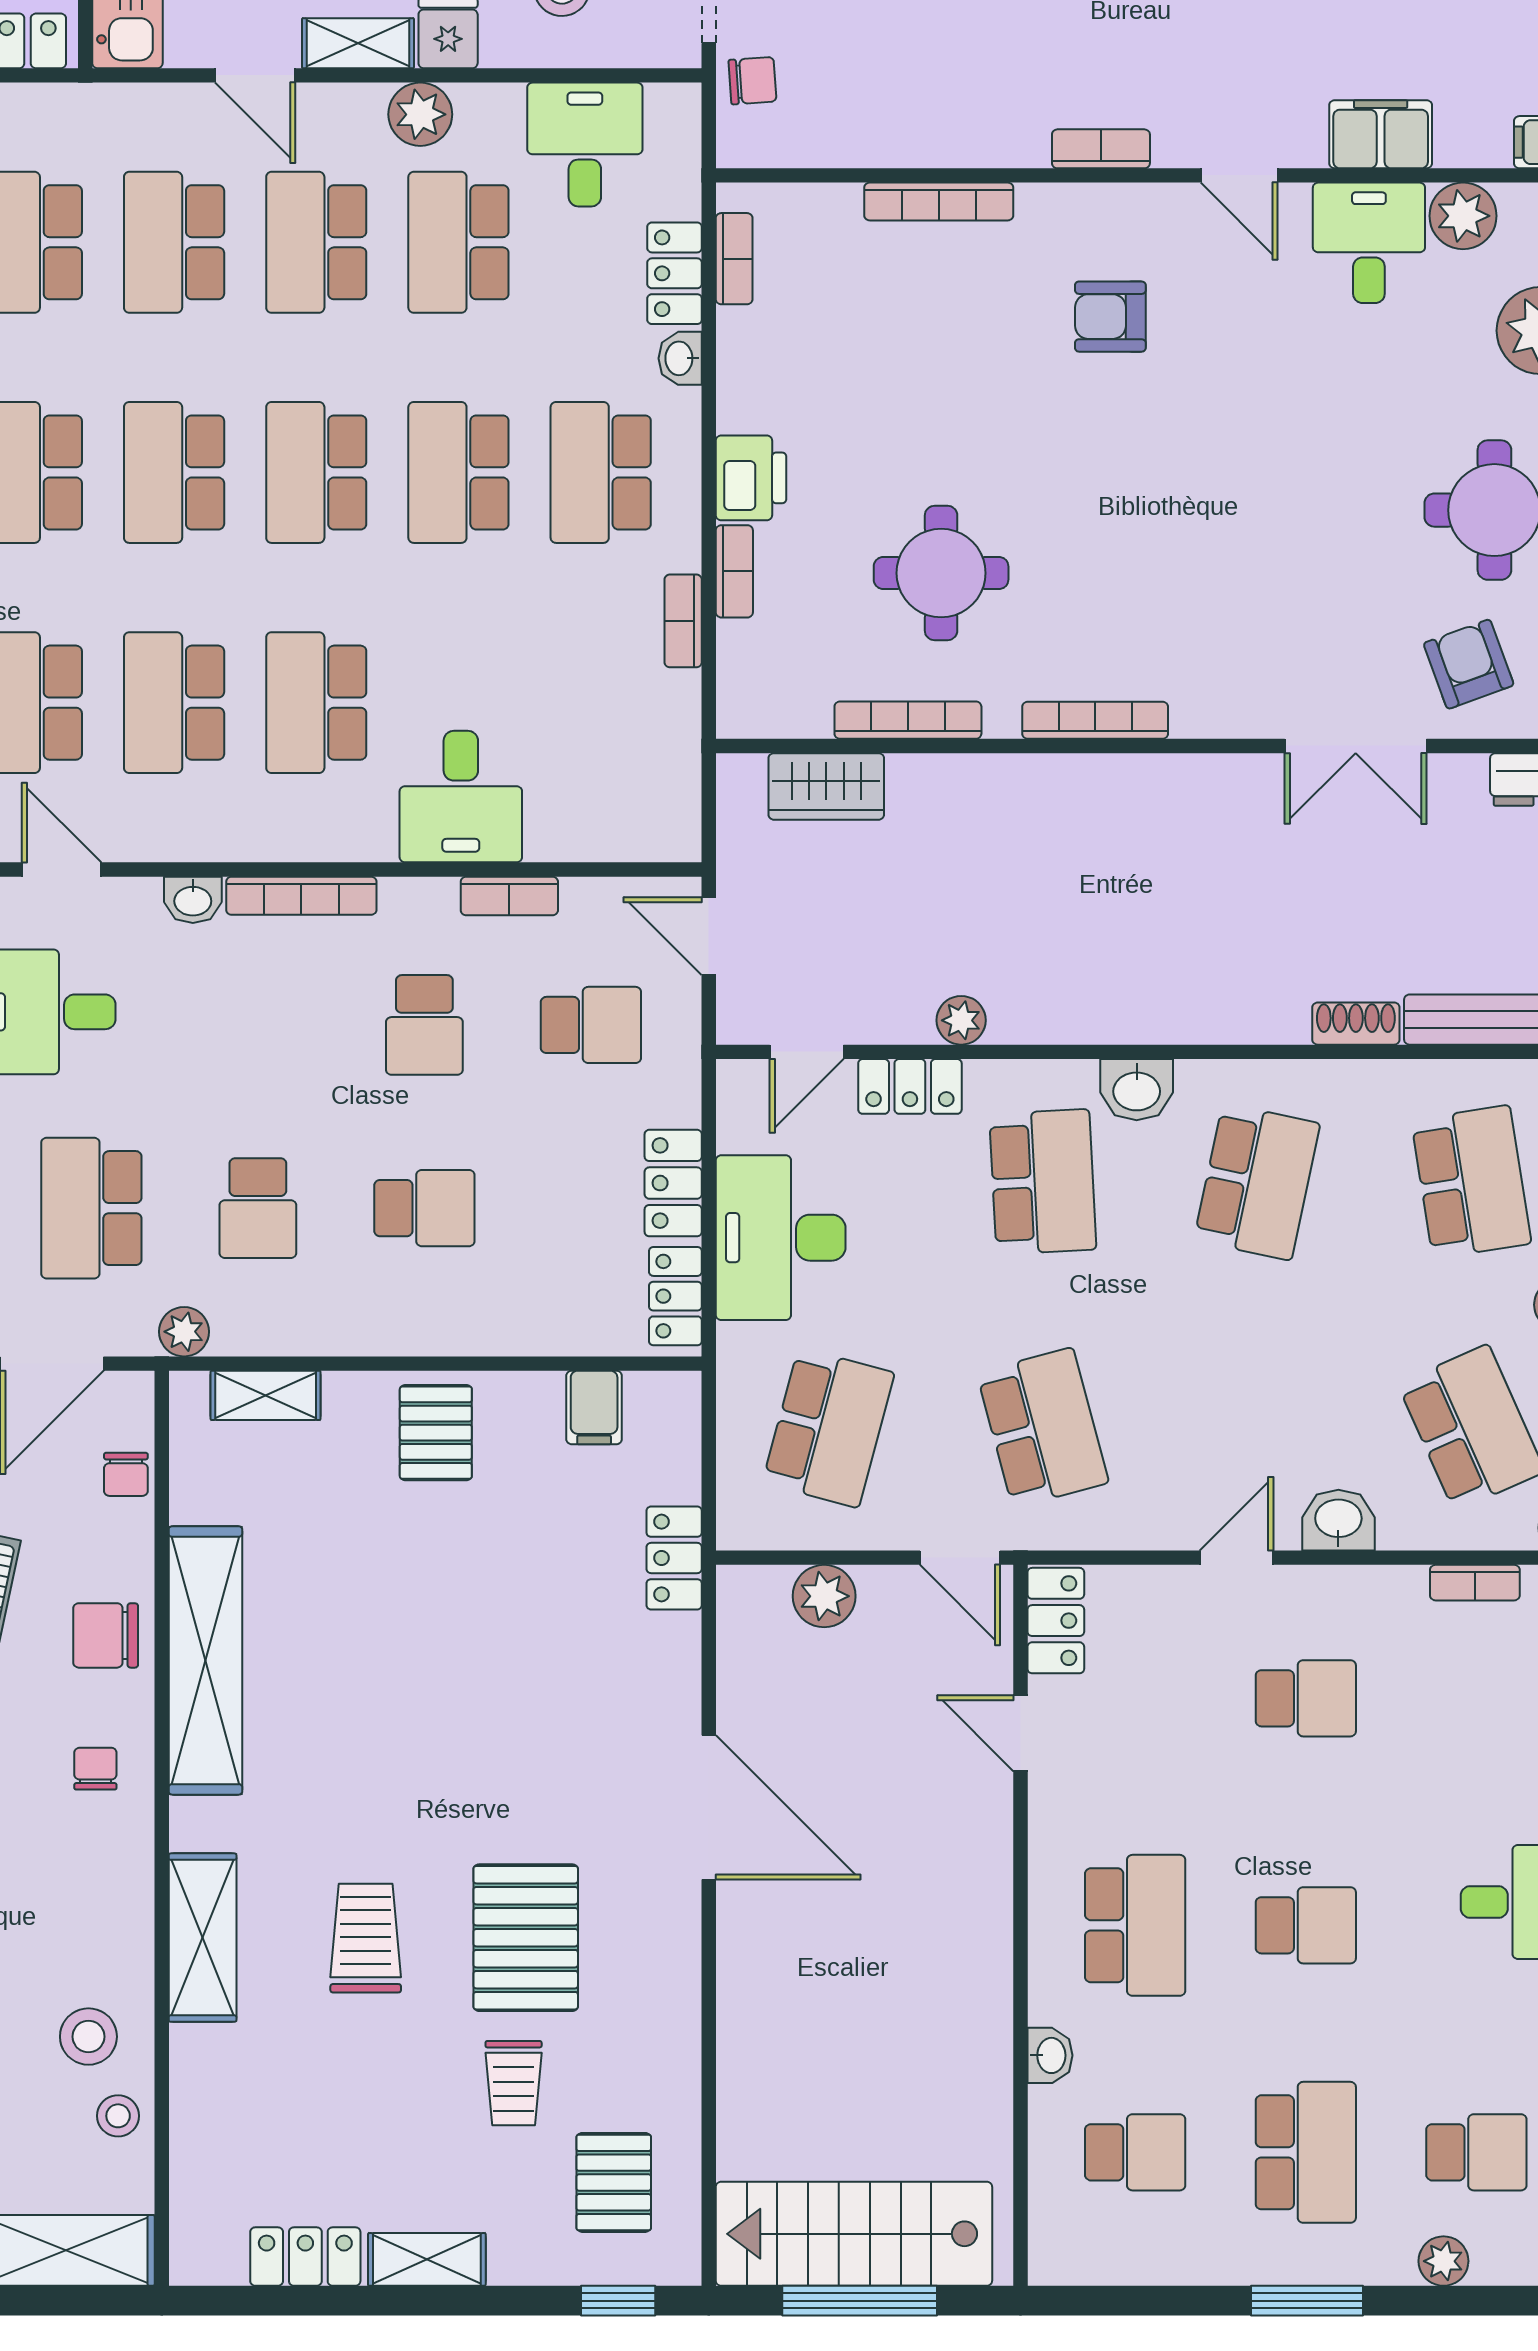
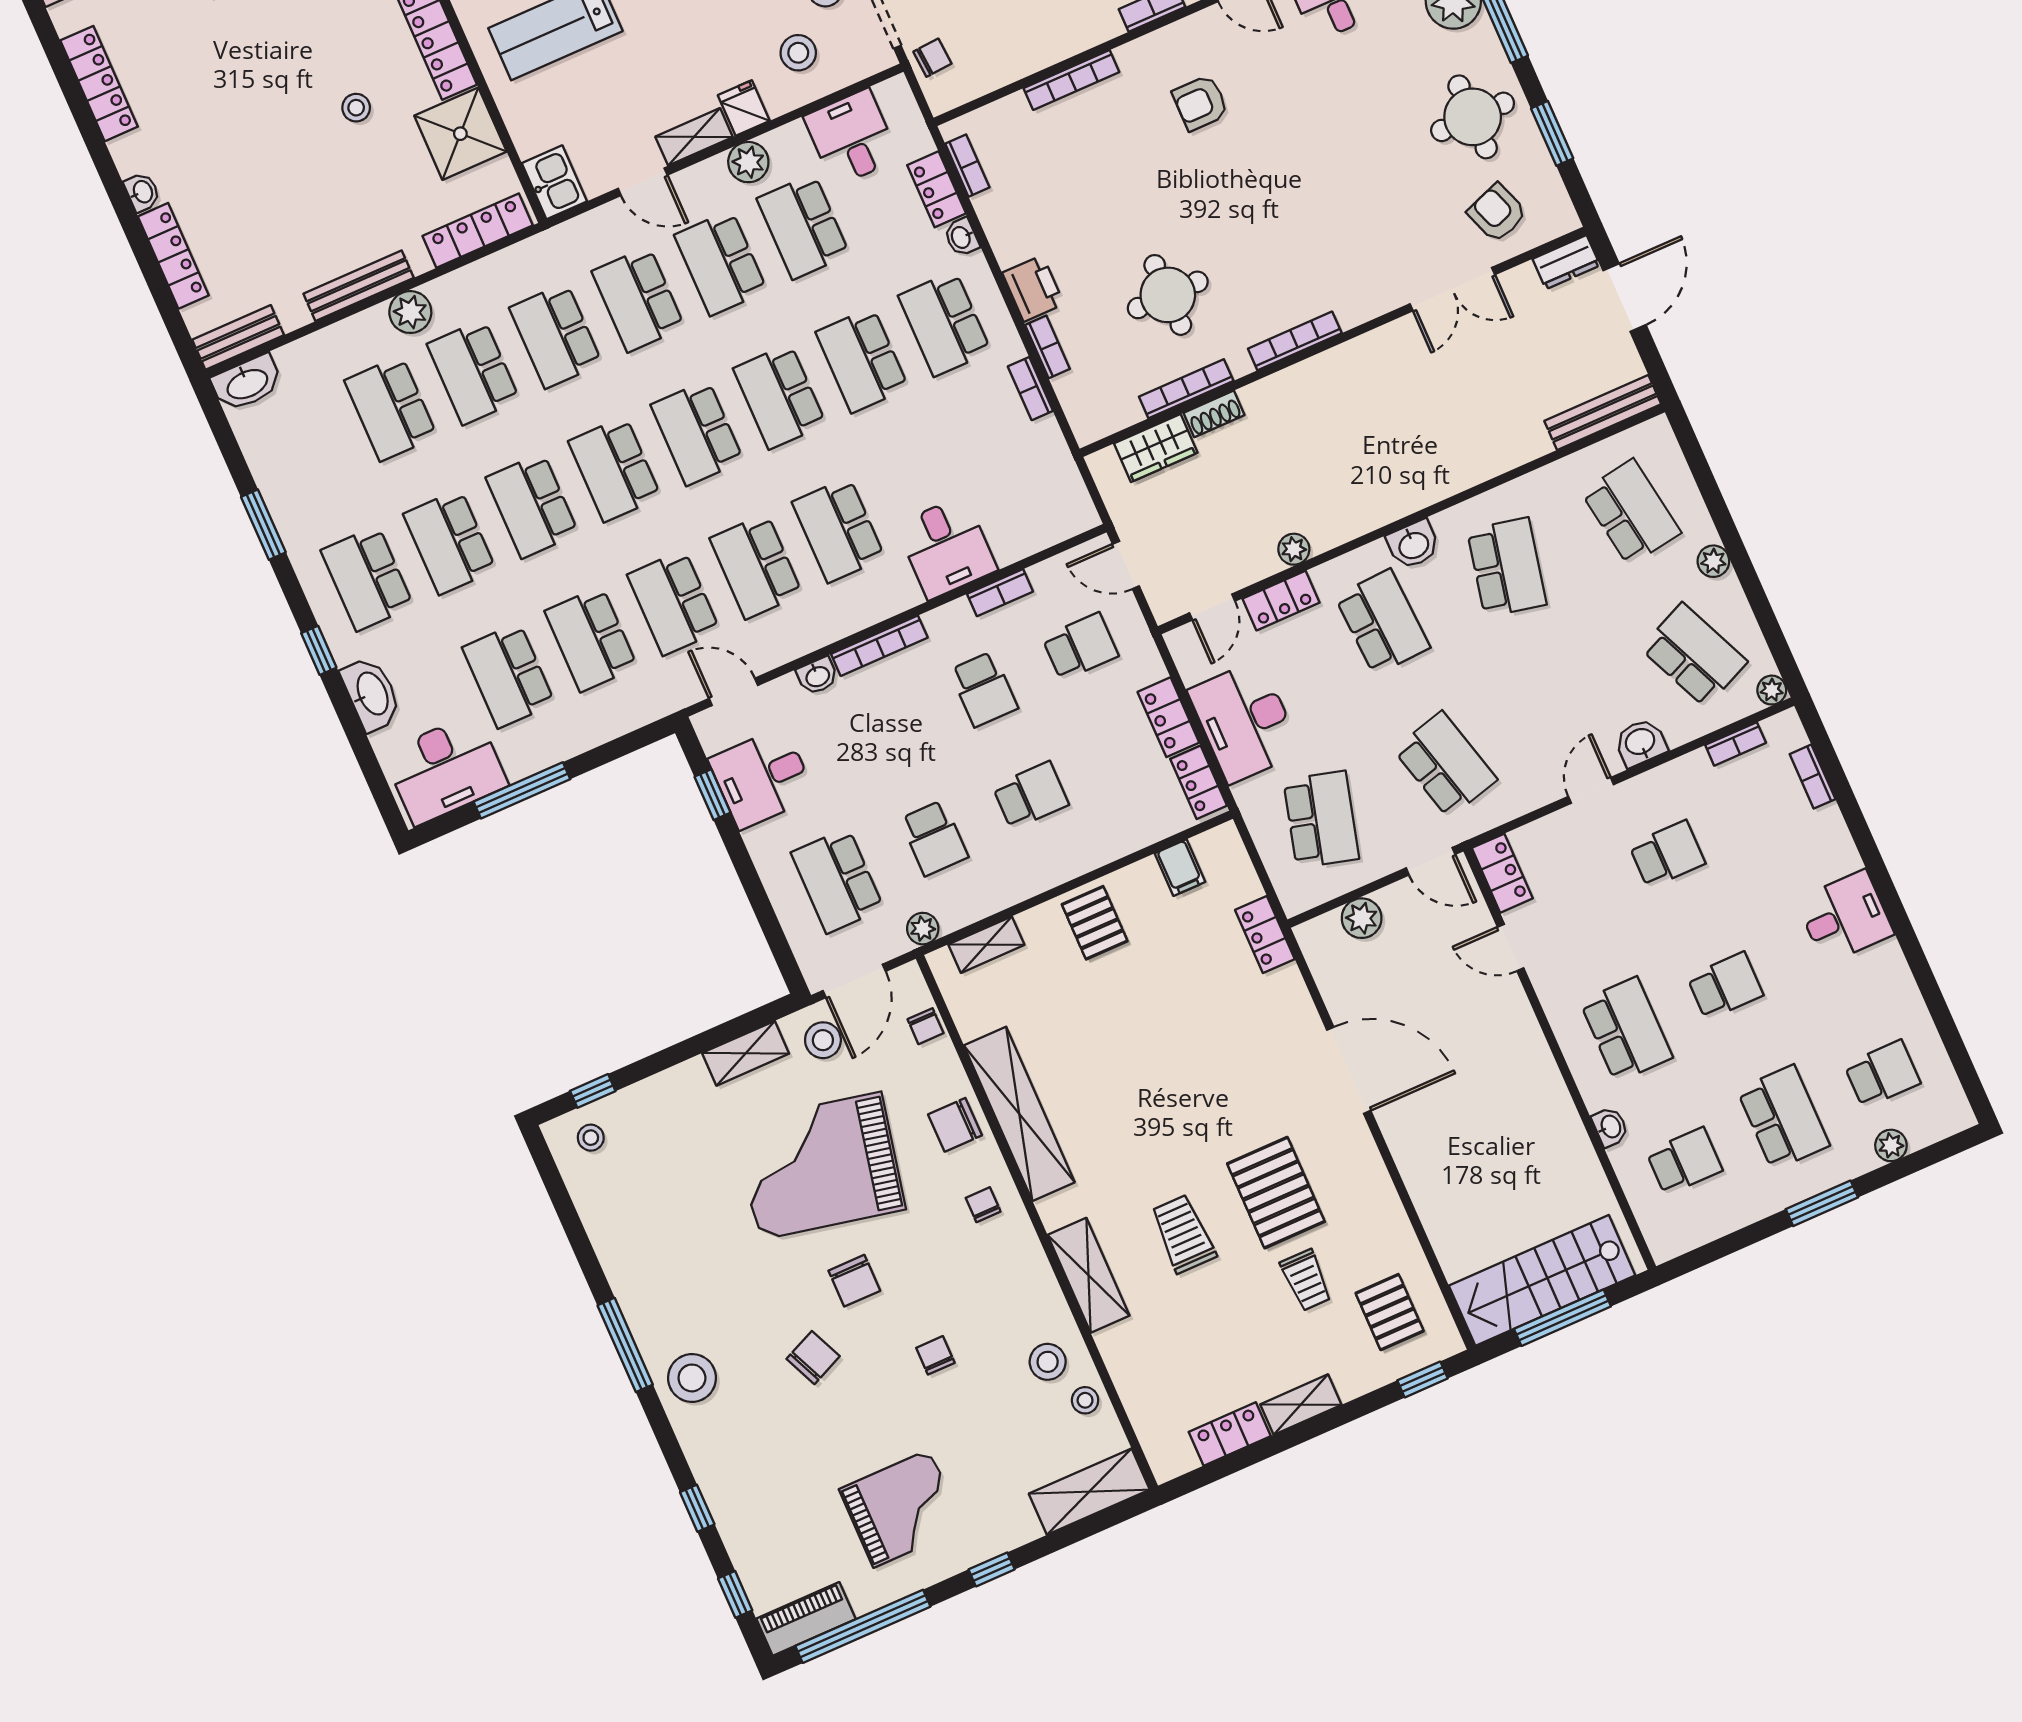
shoe rack: (1356, 1024) -> (1214, 414), moved, turned 180

